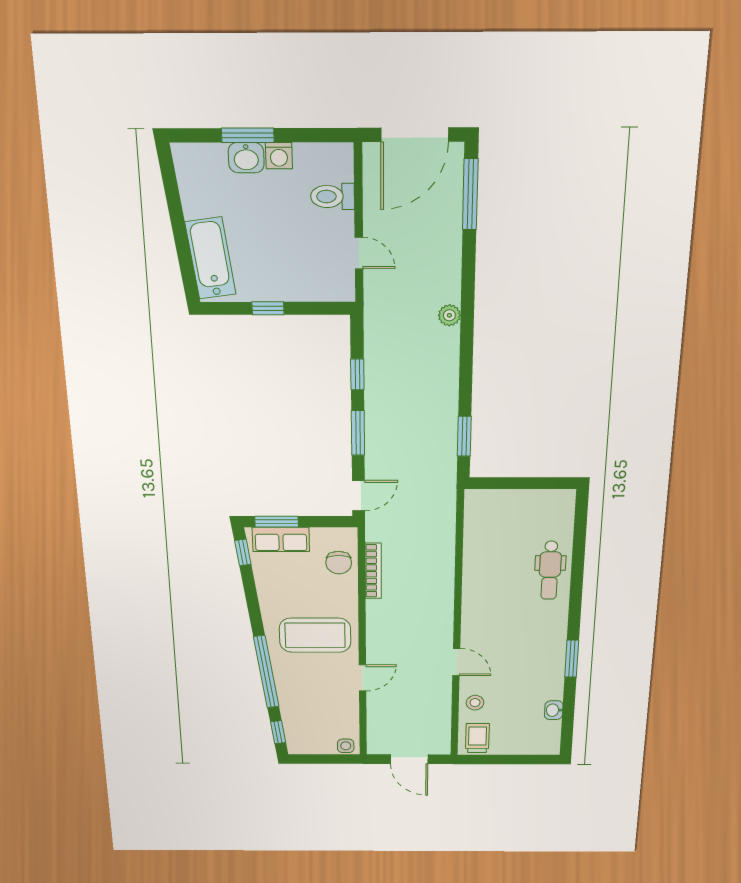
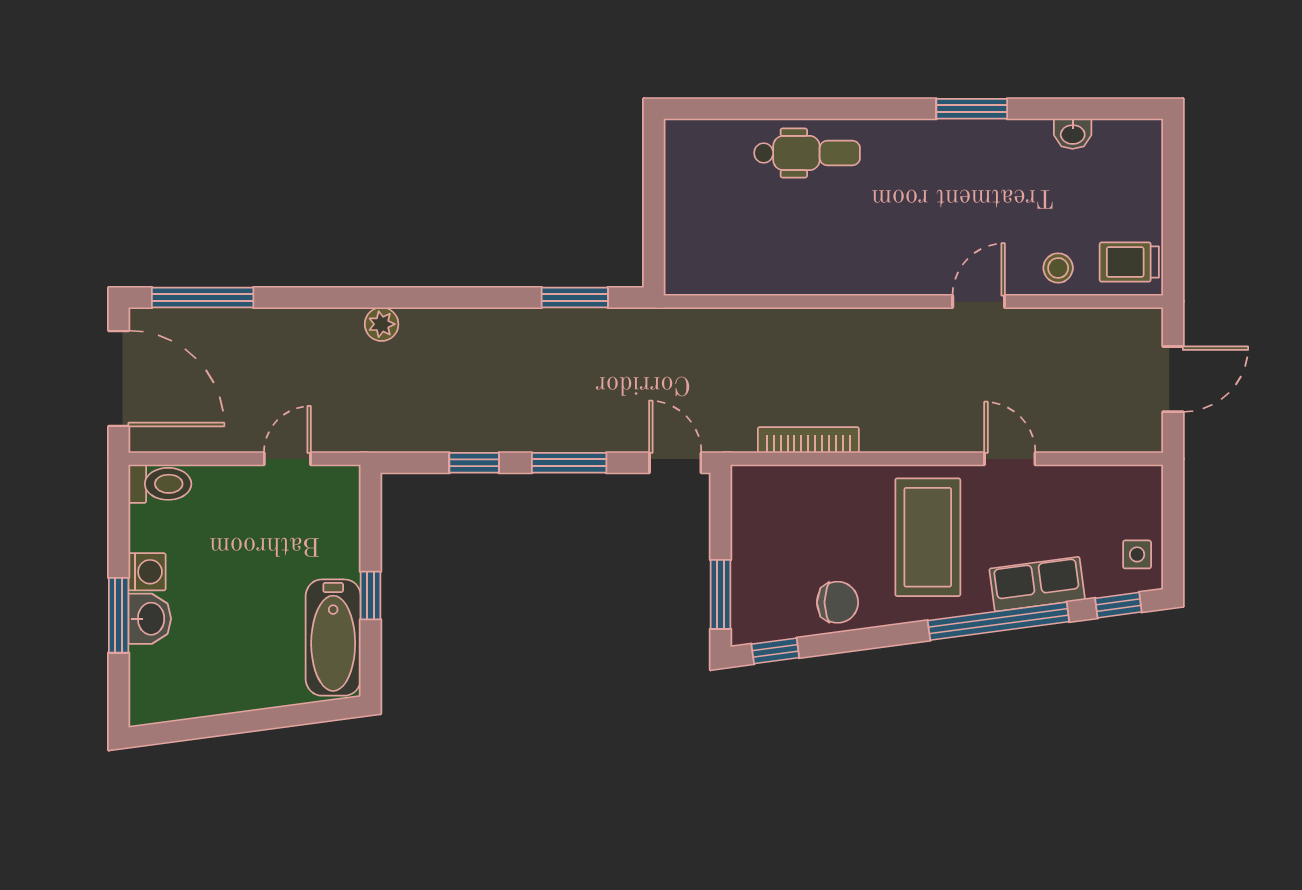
toilet: (333, 196) -> (160, 484), moved, turned -90
bathtub: (210, 258) -> (333, 638), moved, turned -82
row of seats: (281, 540) -> (1037, 584), moved, turned -98
chair: (339, 563) -> (838, 602), moved
side table: (346, 746) -> (1137, 554), moved

